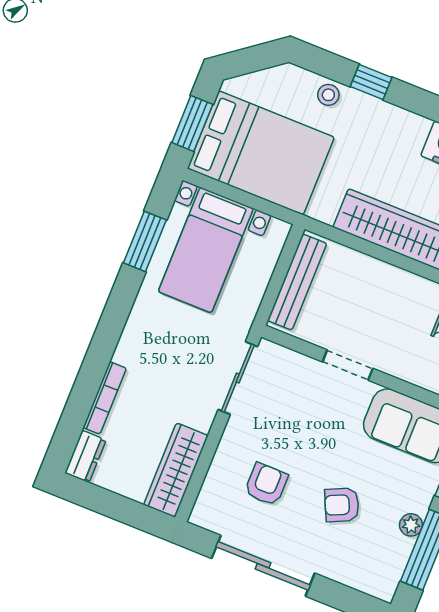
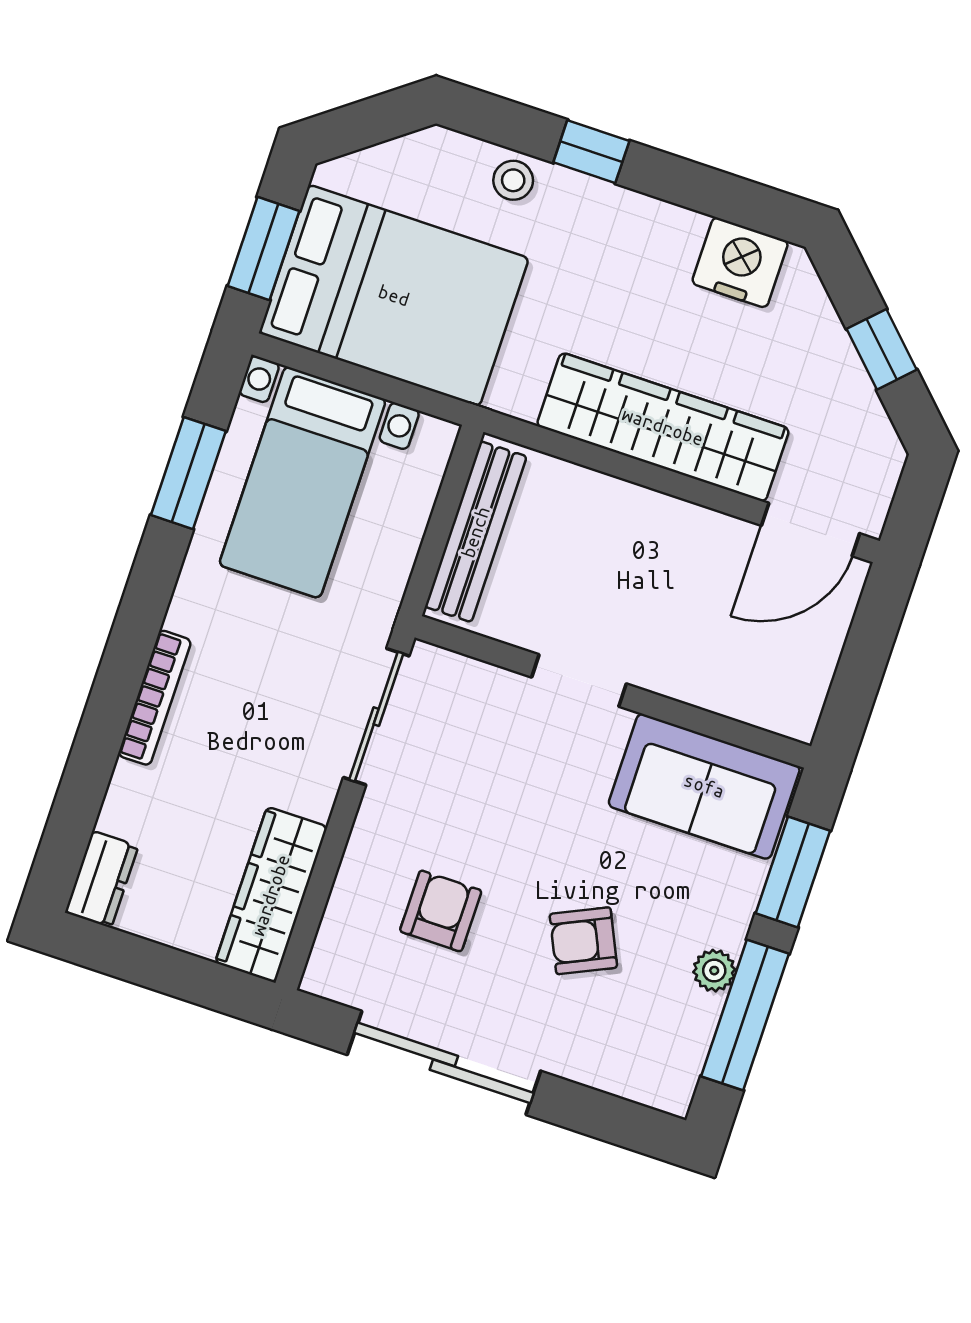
bookcase: (105, 398) -> (155, 698), moved

